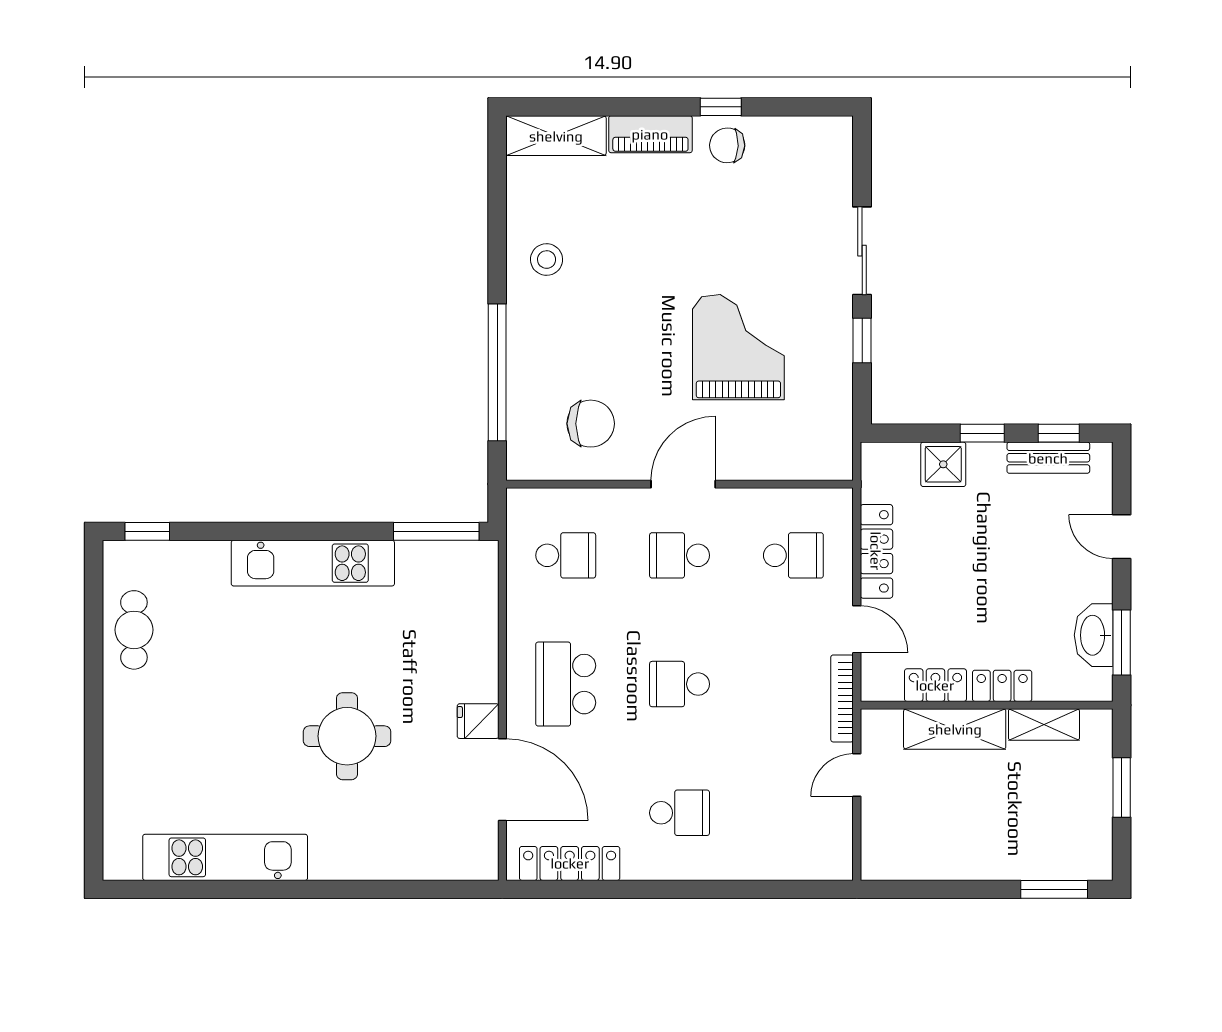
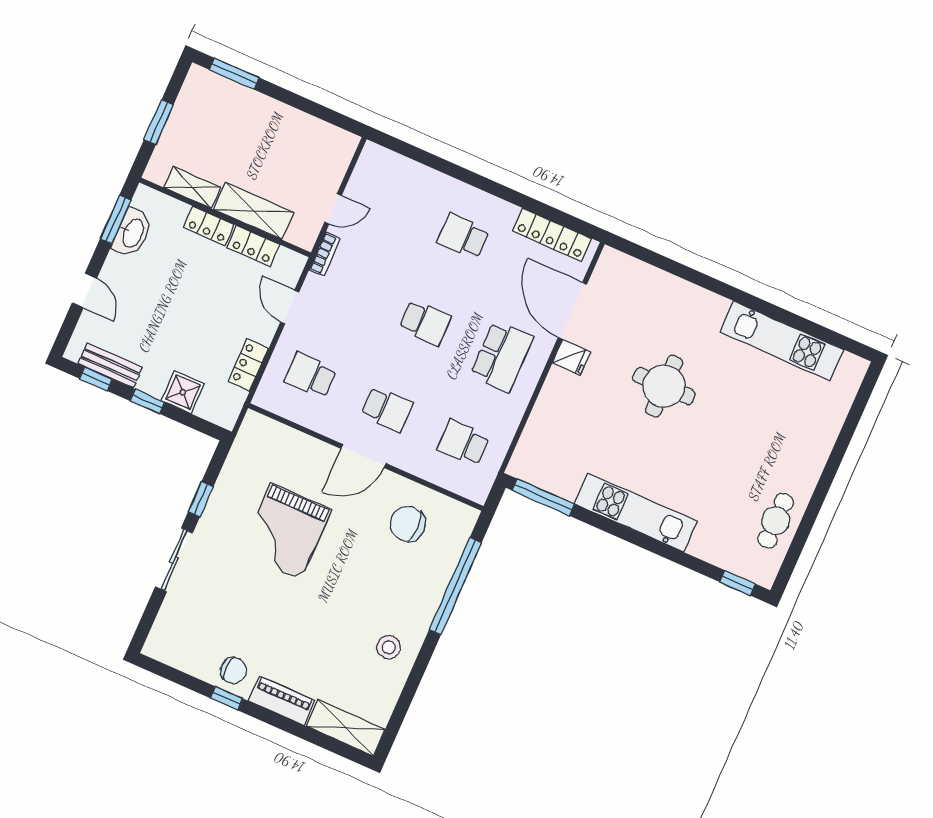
locker: (876, 551) -> (248, 365), width x0.66
bookcase: (842, 698) -> (325, 254), width x0.64

